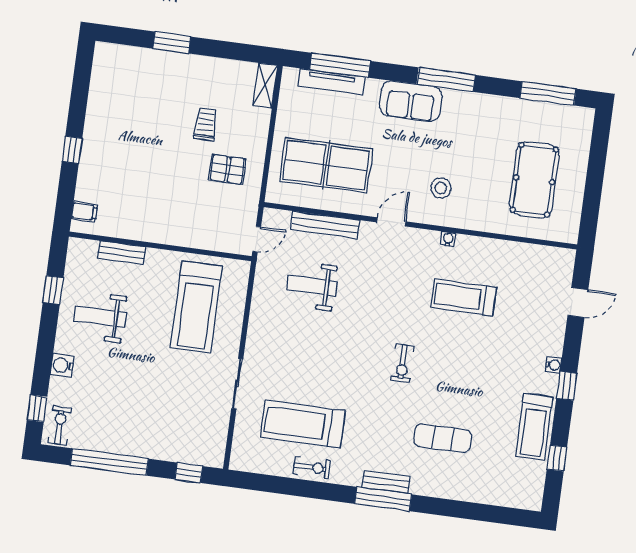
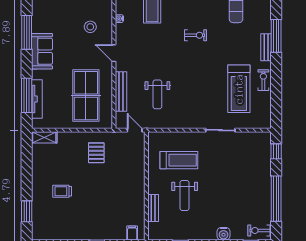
window: (172, 43) -> (27, 211), moved
trolley: (206, 124) -> (62, 191), moved
treadmill: (196, 307) -> (179, 160), width x0.73, depth x0.73
weight bench: (100, 317) -> (185, 195), moved
bench: (386, 482) -> (266, 47), moved

